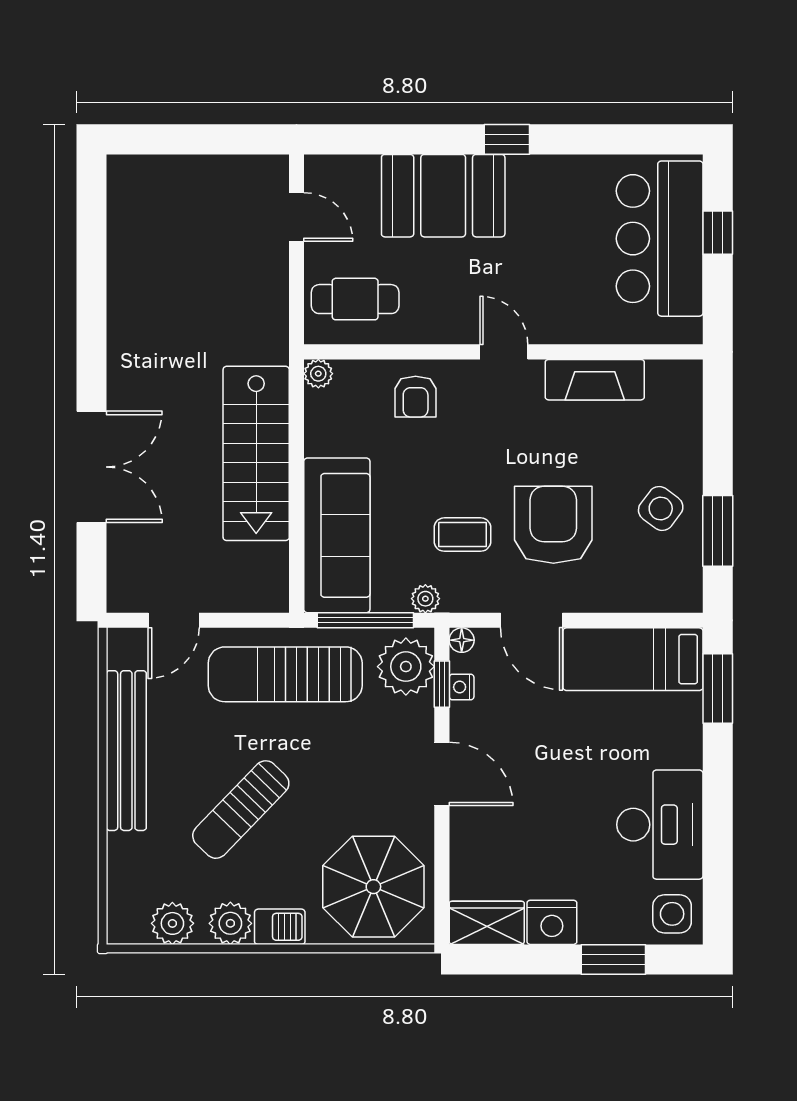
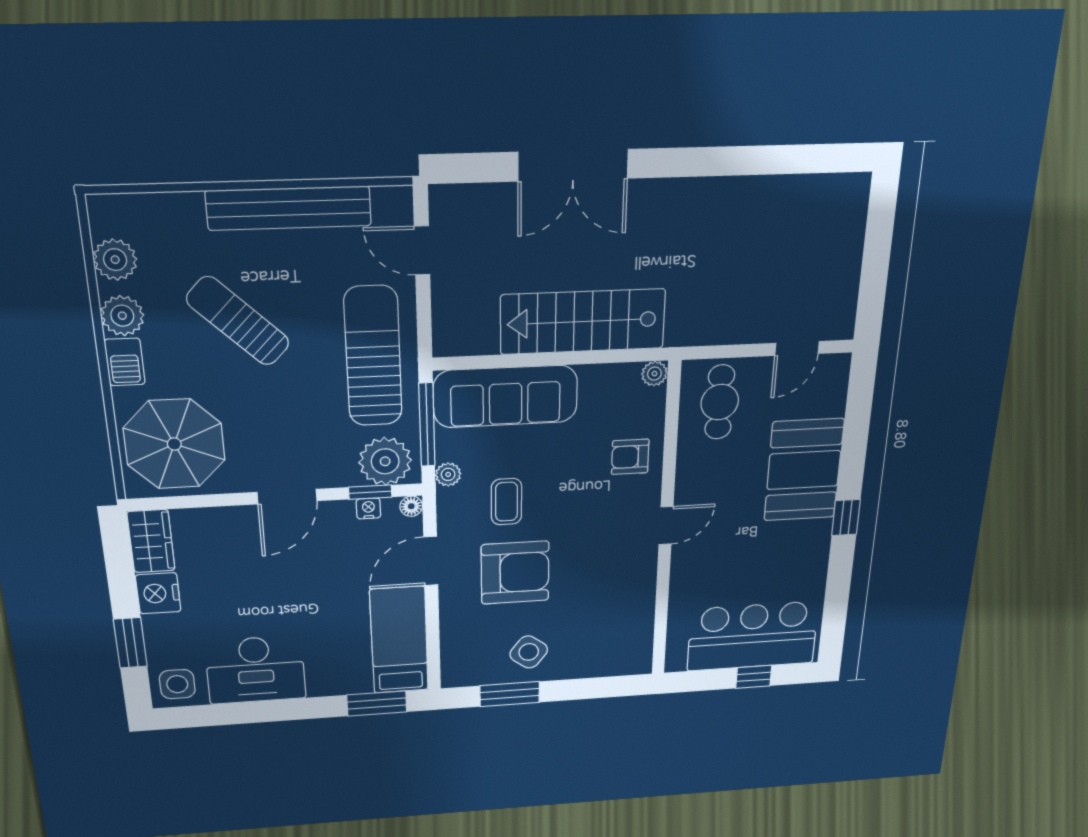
fireplace: (595, 380) -> (639, 596), removed

